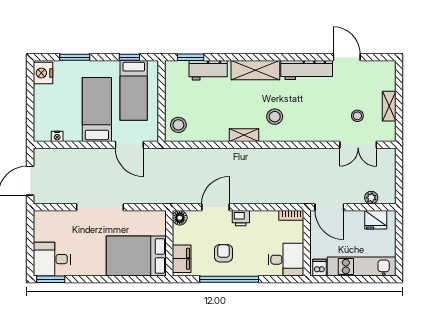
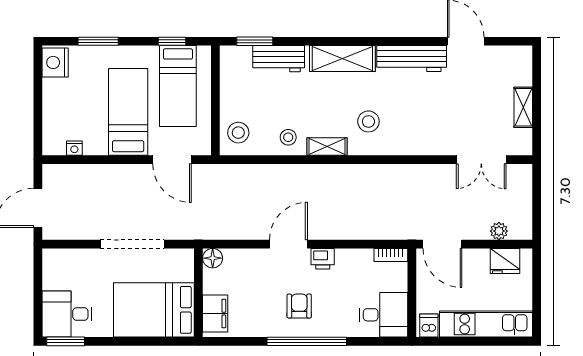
stool: (357, 116) -> (288, 137), moved
floor lamp: (180, 218) -> (213, 258), moved
wall: (169, 243) -> (198, 293), moved
bed: (136, 256) -> (154, 310), moved
filing cabinet: (182, 259) -> (215, 314), moved

